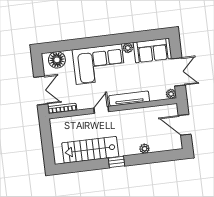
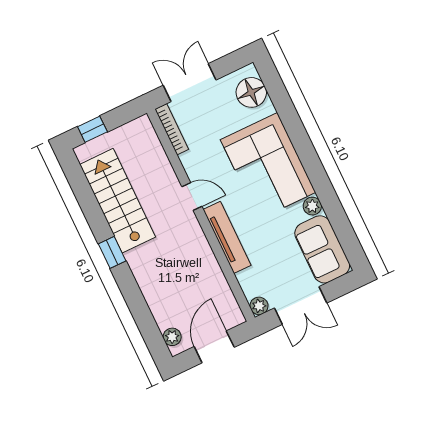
double door: (41, 91) -> (190, 83), swing flipped
plant: (144, 149) -> (172, 337), moved
window: (48, 150) -> (92, 129), added

